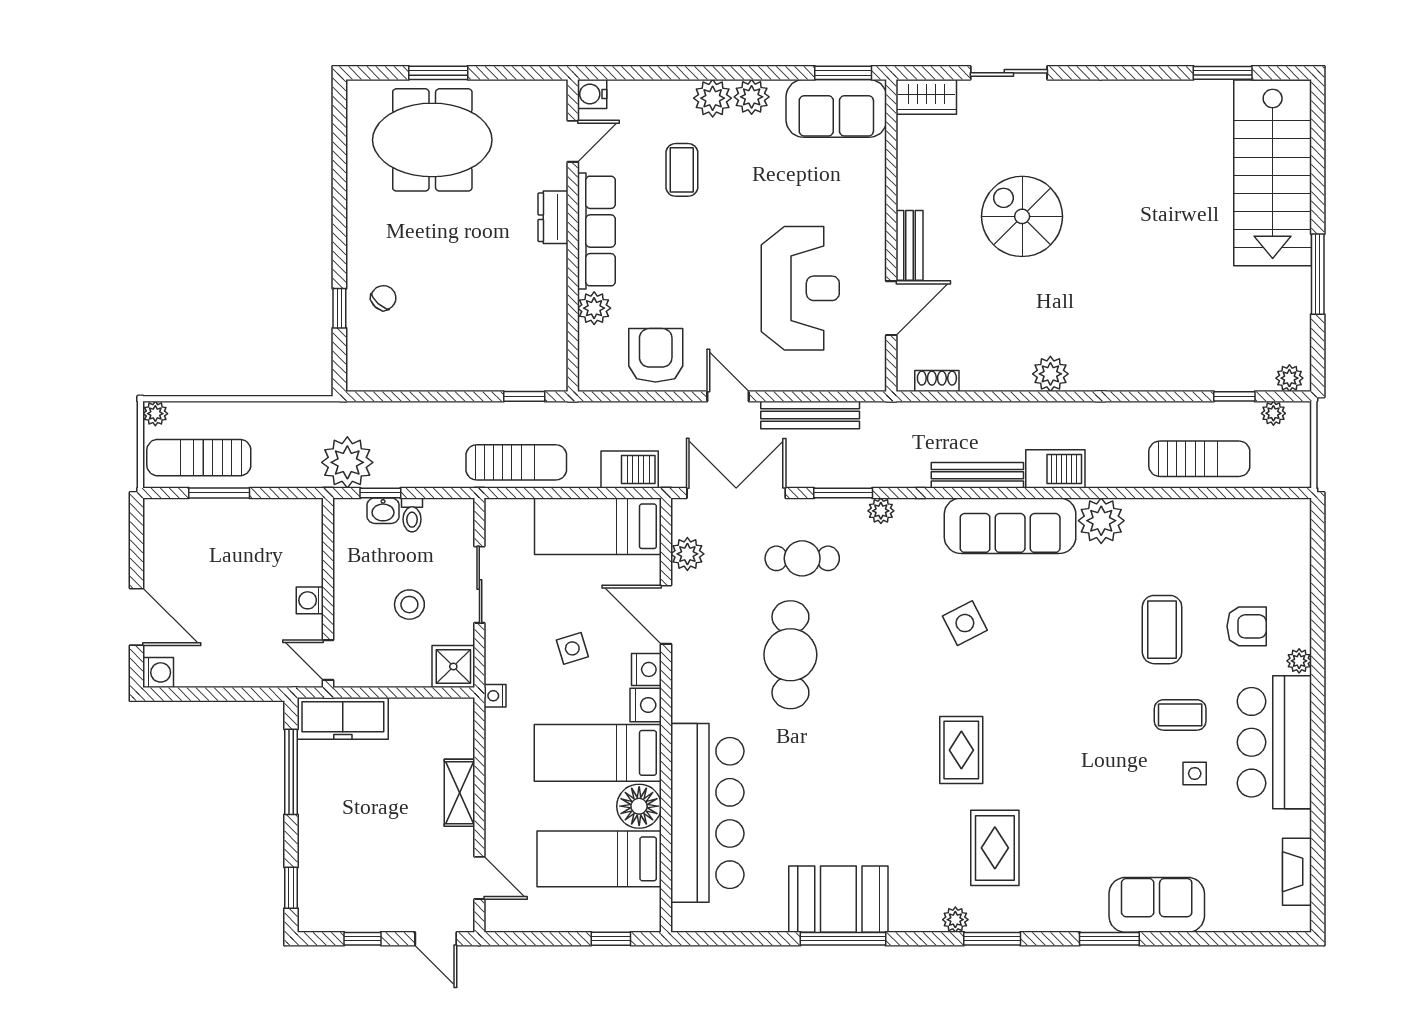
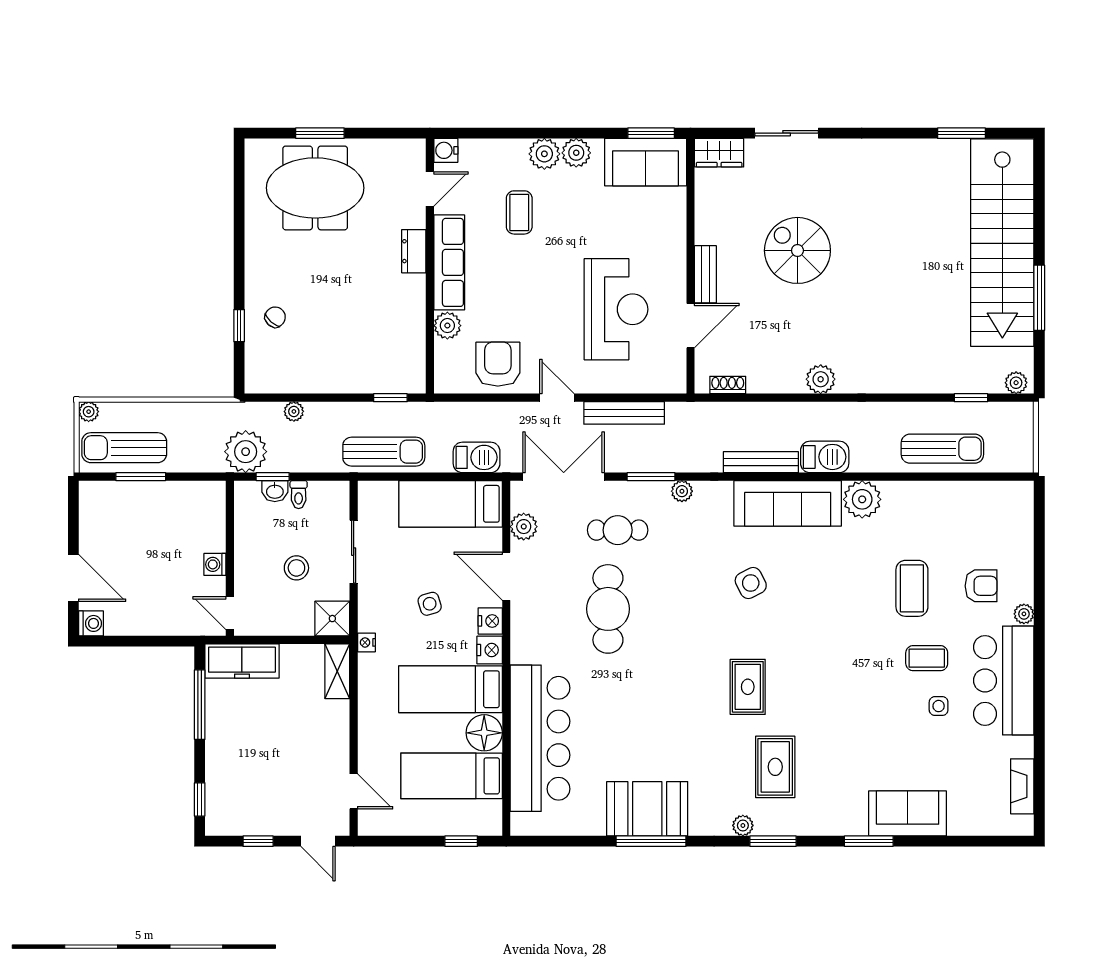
stairs: (1273, 173) -> (1002, 243), width x1.36
plant: (1273, 413) -> (294, 411), moved
shelving: (459, 793) -> (337, 671), moved

